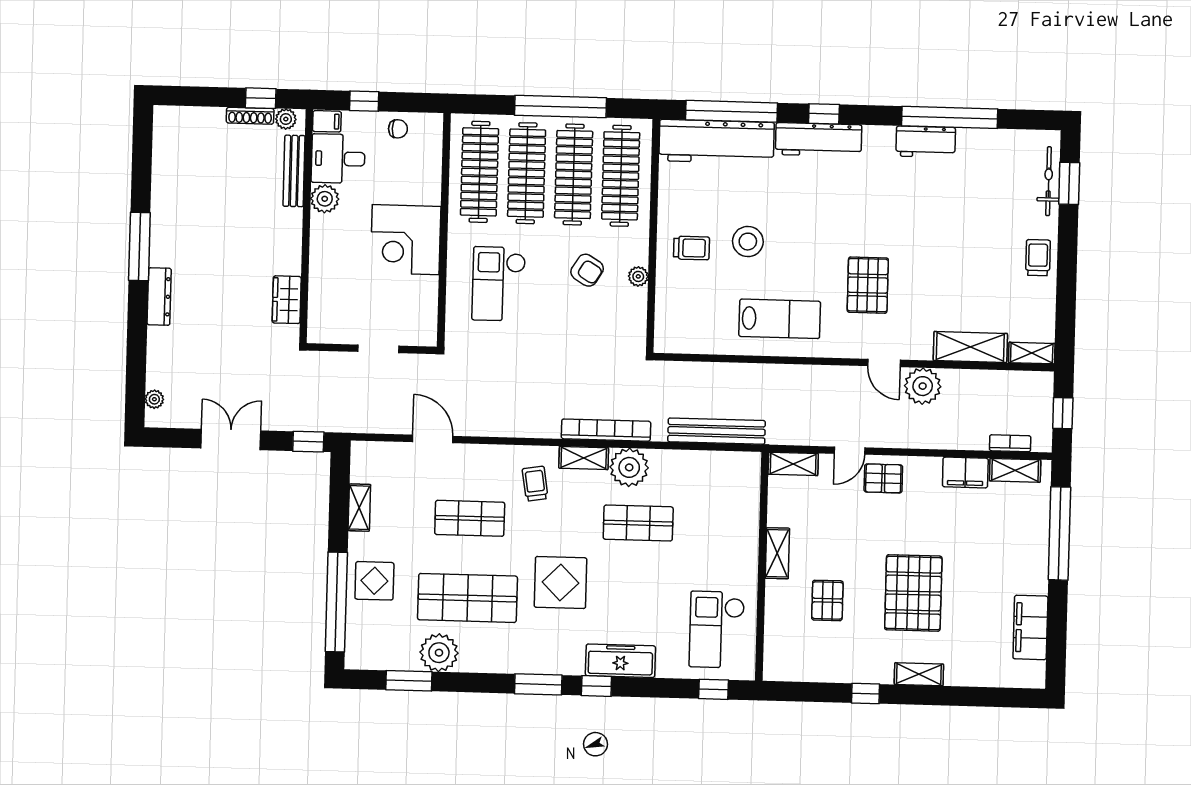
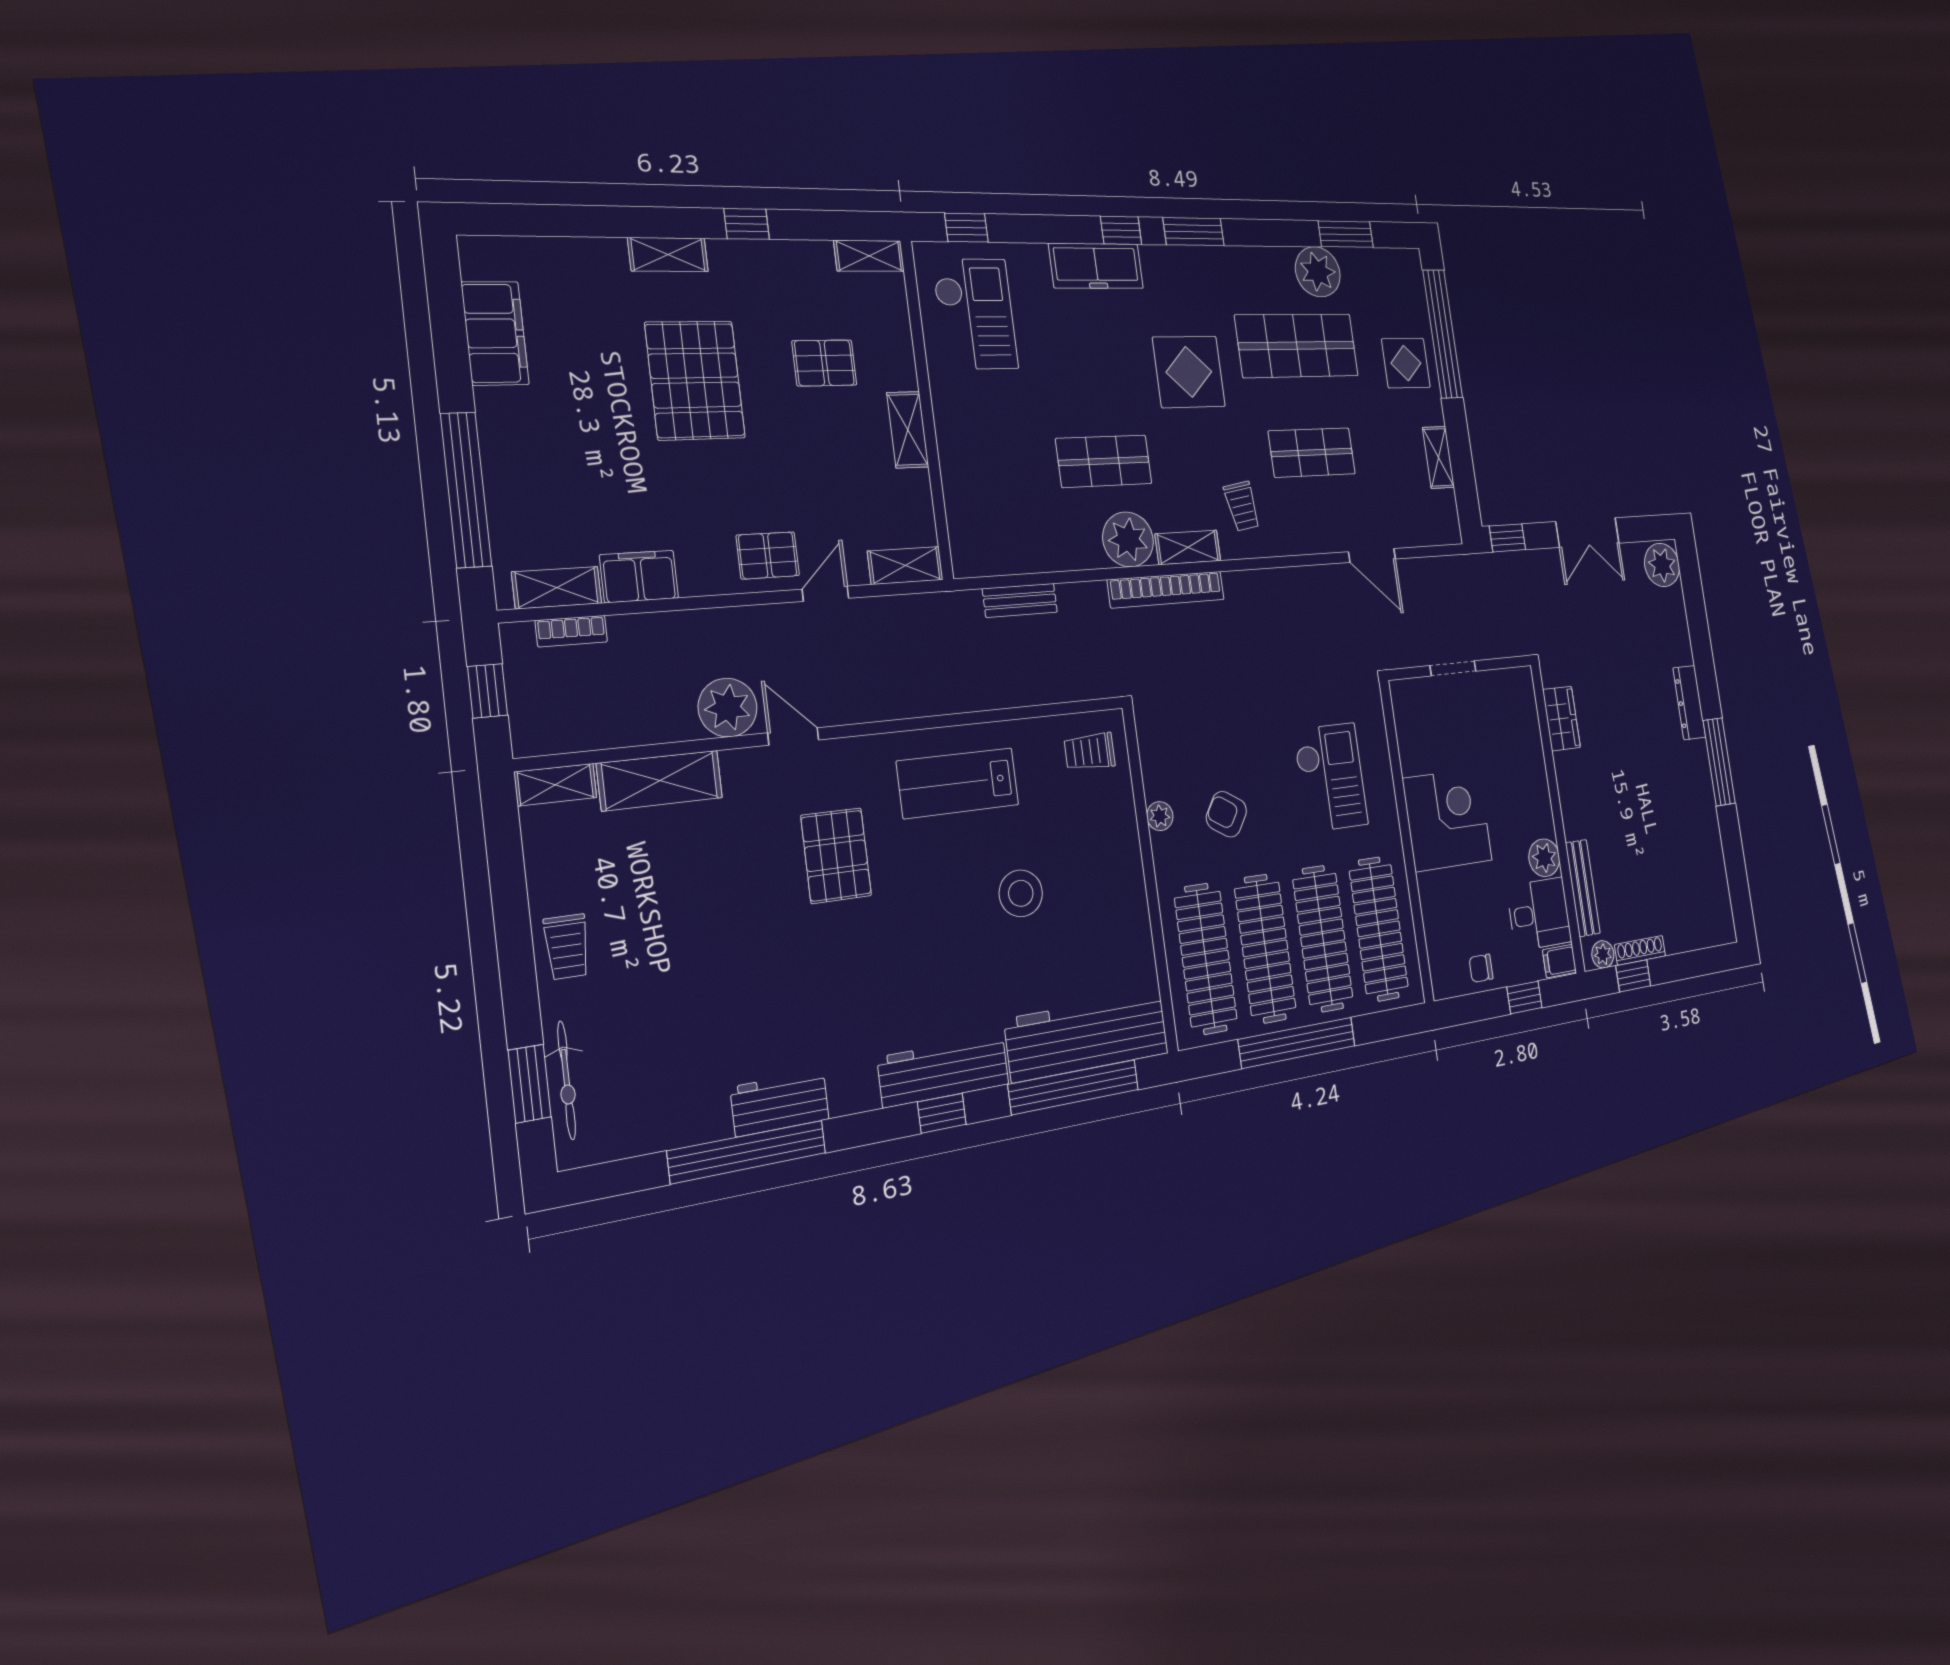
trolley: (692, 248) -> (1090, 752), moved
plant: (154, 399) -> (1662, 565), width x1.87, depth x1.87
bench: (717, 431) -> (1020, 600), width x0.54, depth x0.82
pallet: (827, 600) -> (824, 363), turned 90
shelving: (786, 671) -> (869, 256), added

